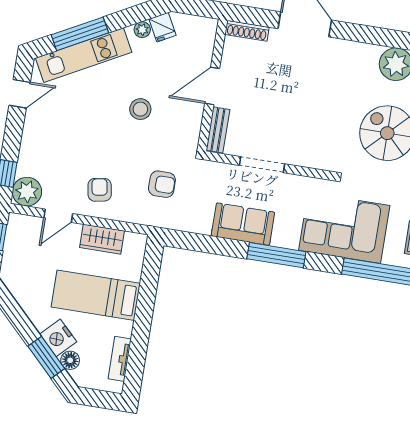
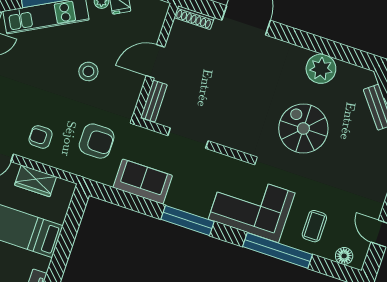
armchair: (162, 184) -> (97, 141), width x1.38, depth x1.38
armchair: (100, 190) -> (41, 137), turned -80
sofa: (243, 224) -> (143, 181), moved

